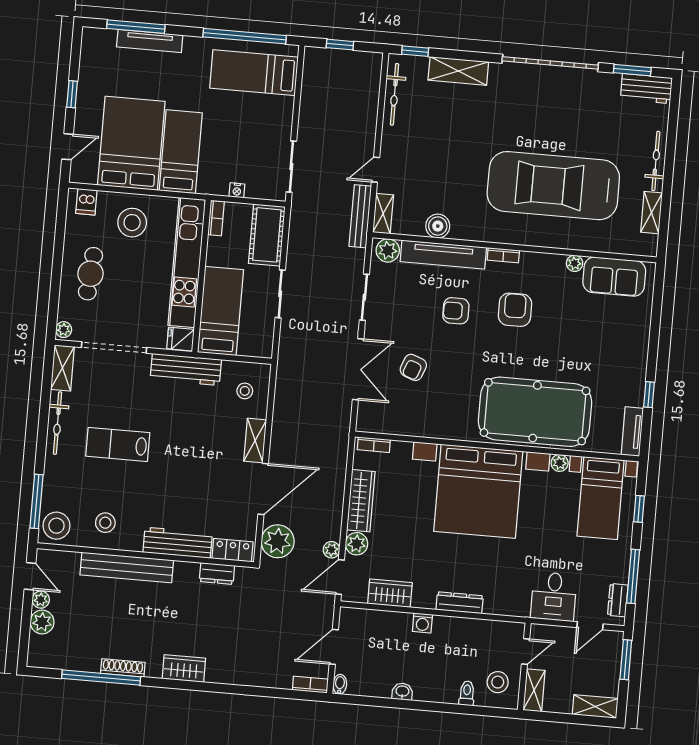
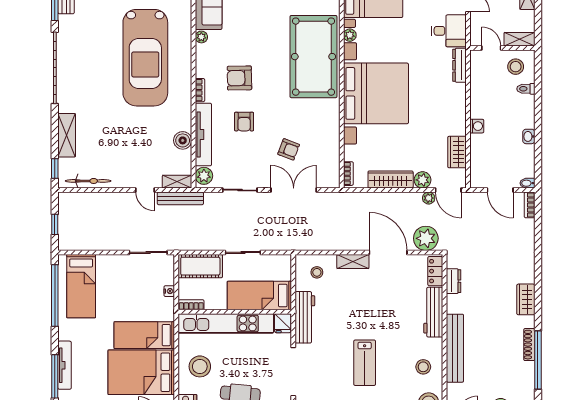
dresser: (460, 603) -> (459, 65), moved

